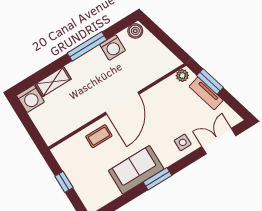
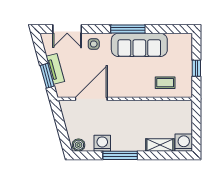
plant: (182, 76) -> (64, 92), removed
door: (122, 103) -> (91, 99), moved
coffee table: (99, 136) -> (165, 83), moved
sofa: (136, 170) -> (139, 45), width x1.36
window: (158, 179) -> (128, 29), width x1.44

